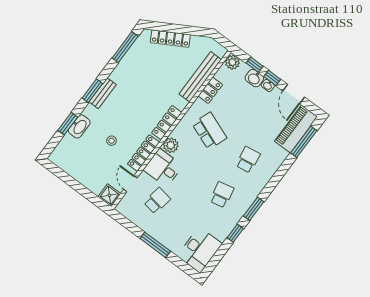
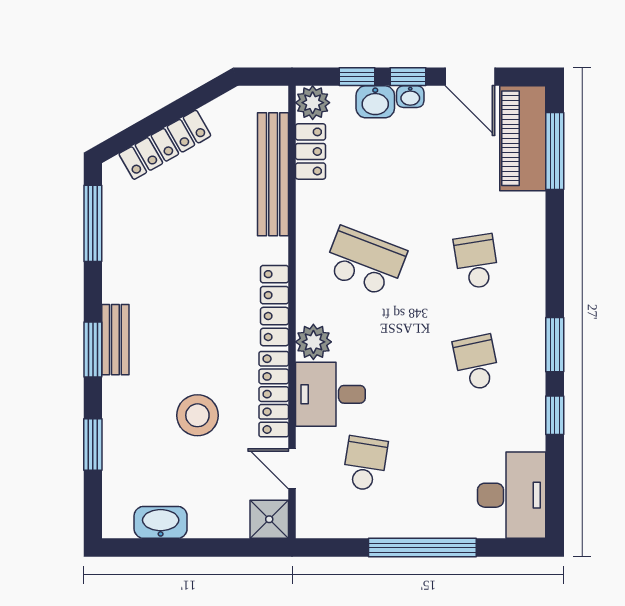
locker: (210, 90) -> (311, 151), moved
washbasin: (79, 126) -> (161, 522), moved, turned -90
stool: (112, 141) -> (197, 415), width x1.89, depth x1.89
window: (155, 245) -> (422, 548), width x1.46

